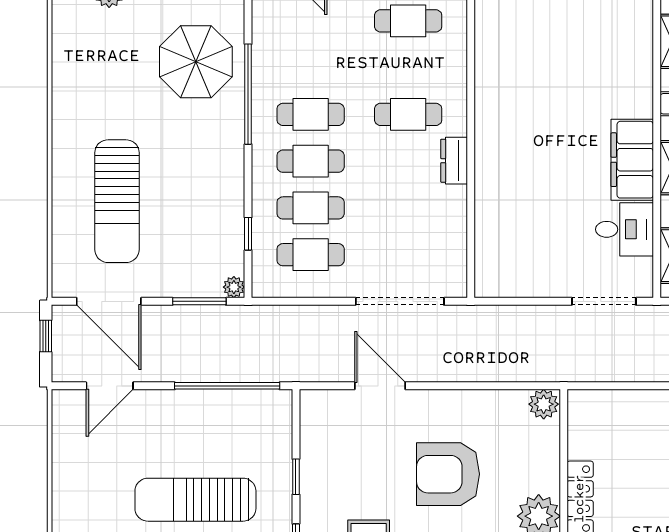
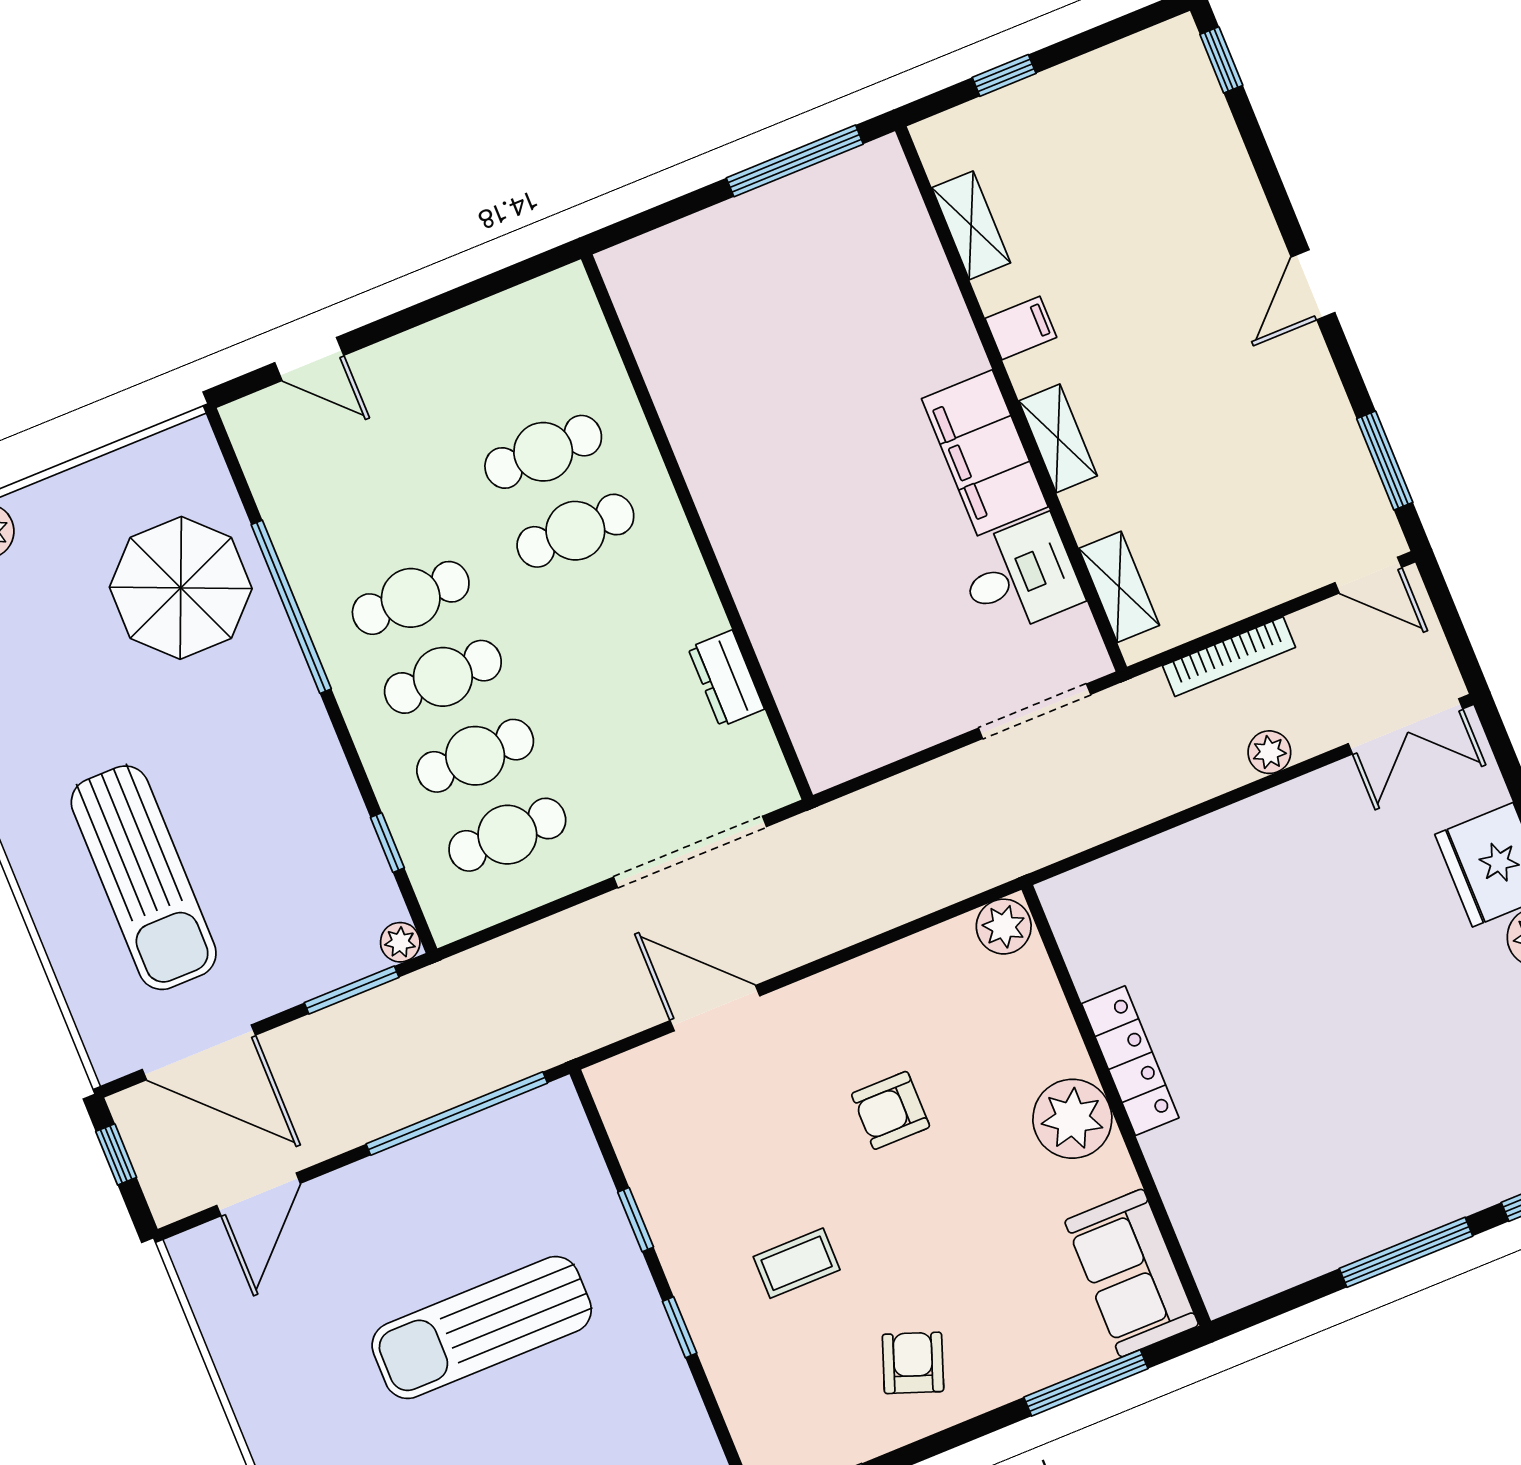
cafe table: (408, 21) -> (543, 452), moved
dresser: (454, 161) -> (726, 679), moved
armchair: (448, 474) -> (891, 1110), width x0.53, depth x0.53

